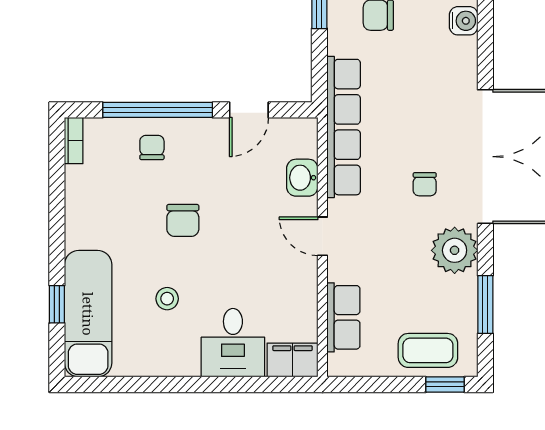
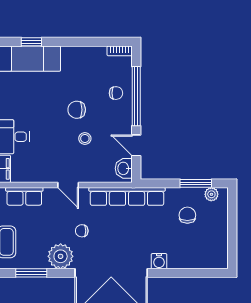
water cooler: (464, 21) -> (159, 261), moved
washbasin: (302, 178) -> (124, 168), moved, turned -90
chair: (425, 184) -> (82, 231), moved
door: (322, 236) -> (68, 185), swing flipped
stool: (167, 299) -> (85, 139), moved

